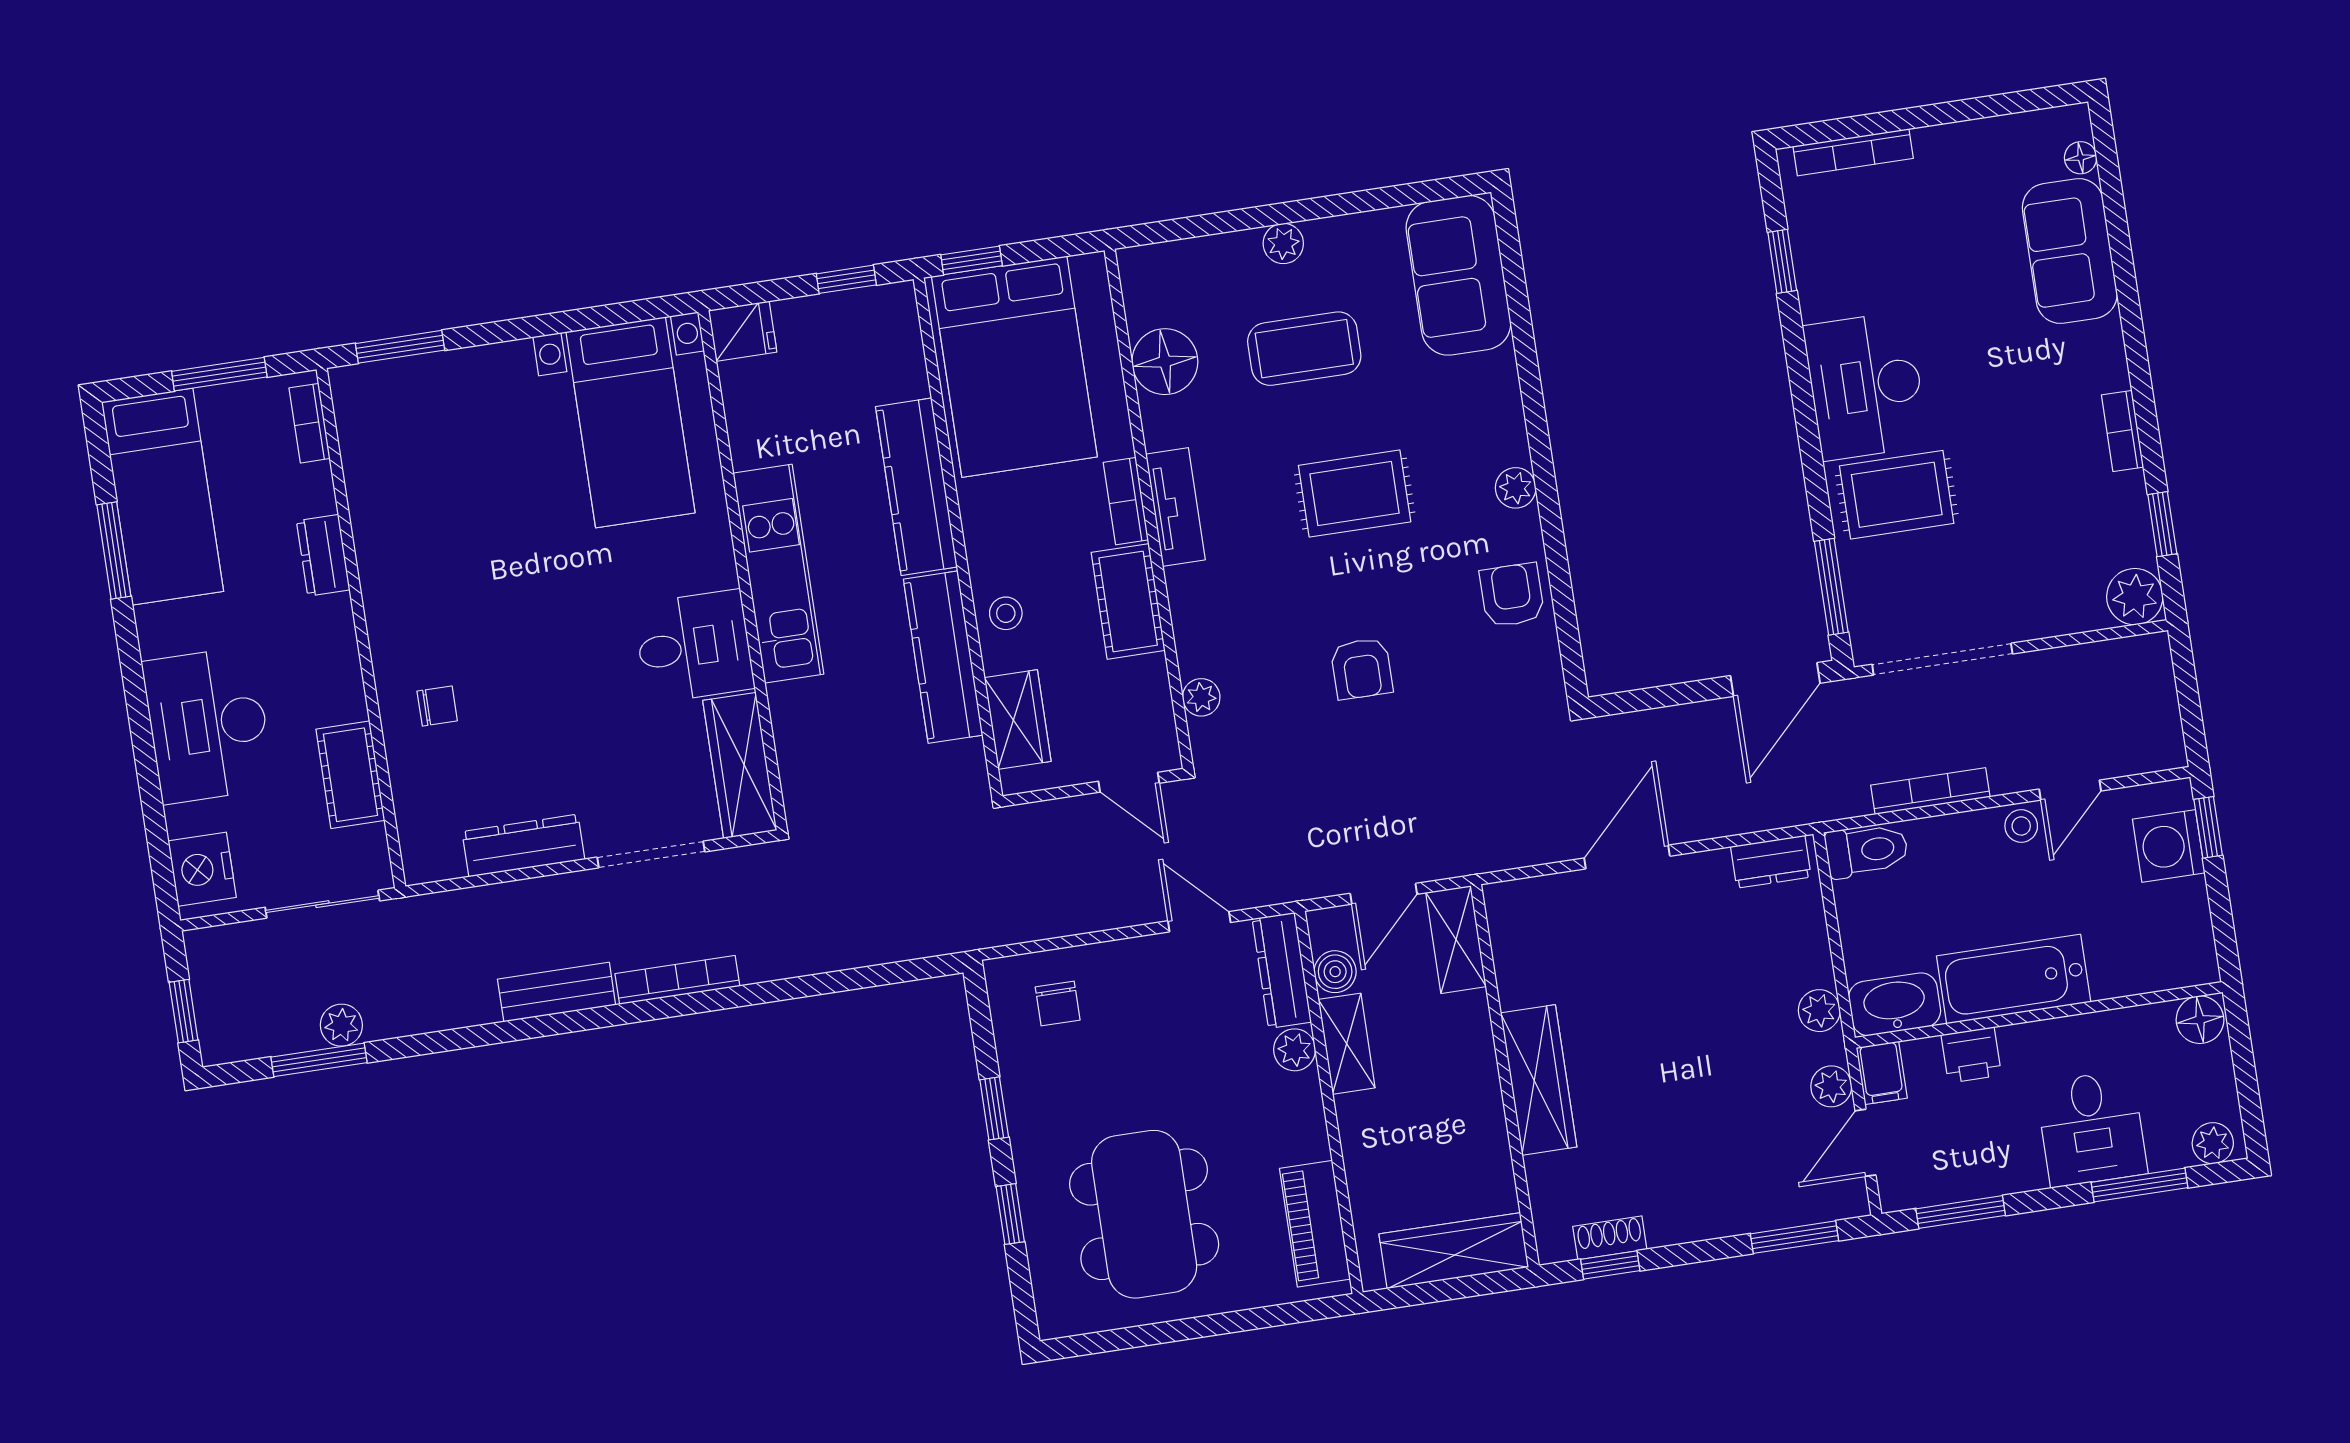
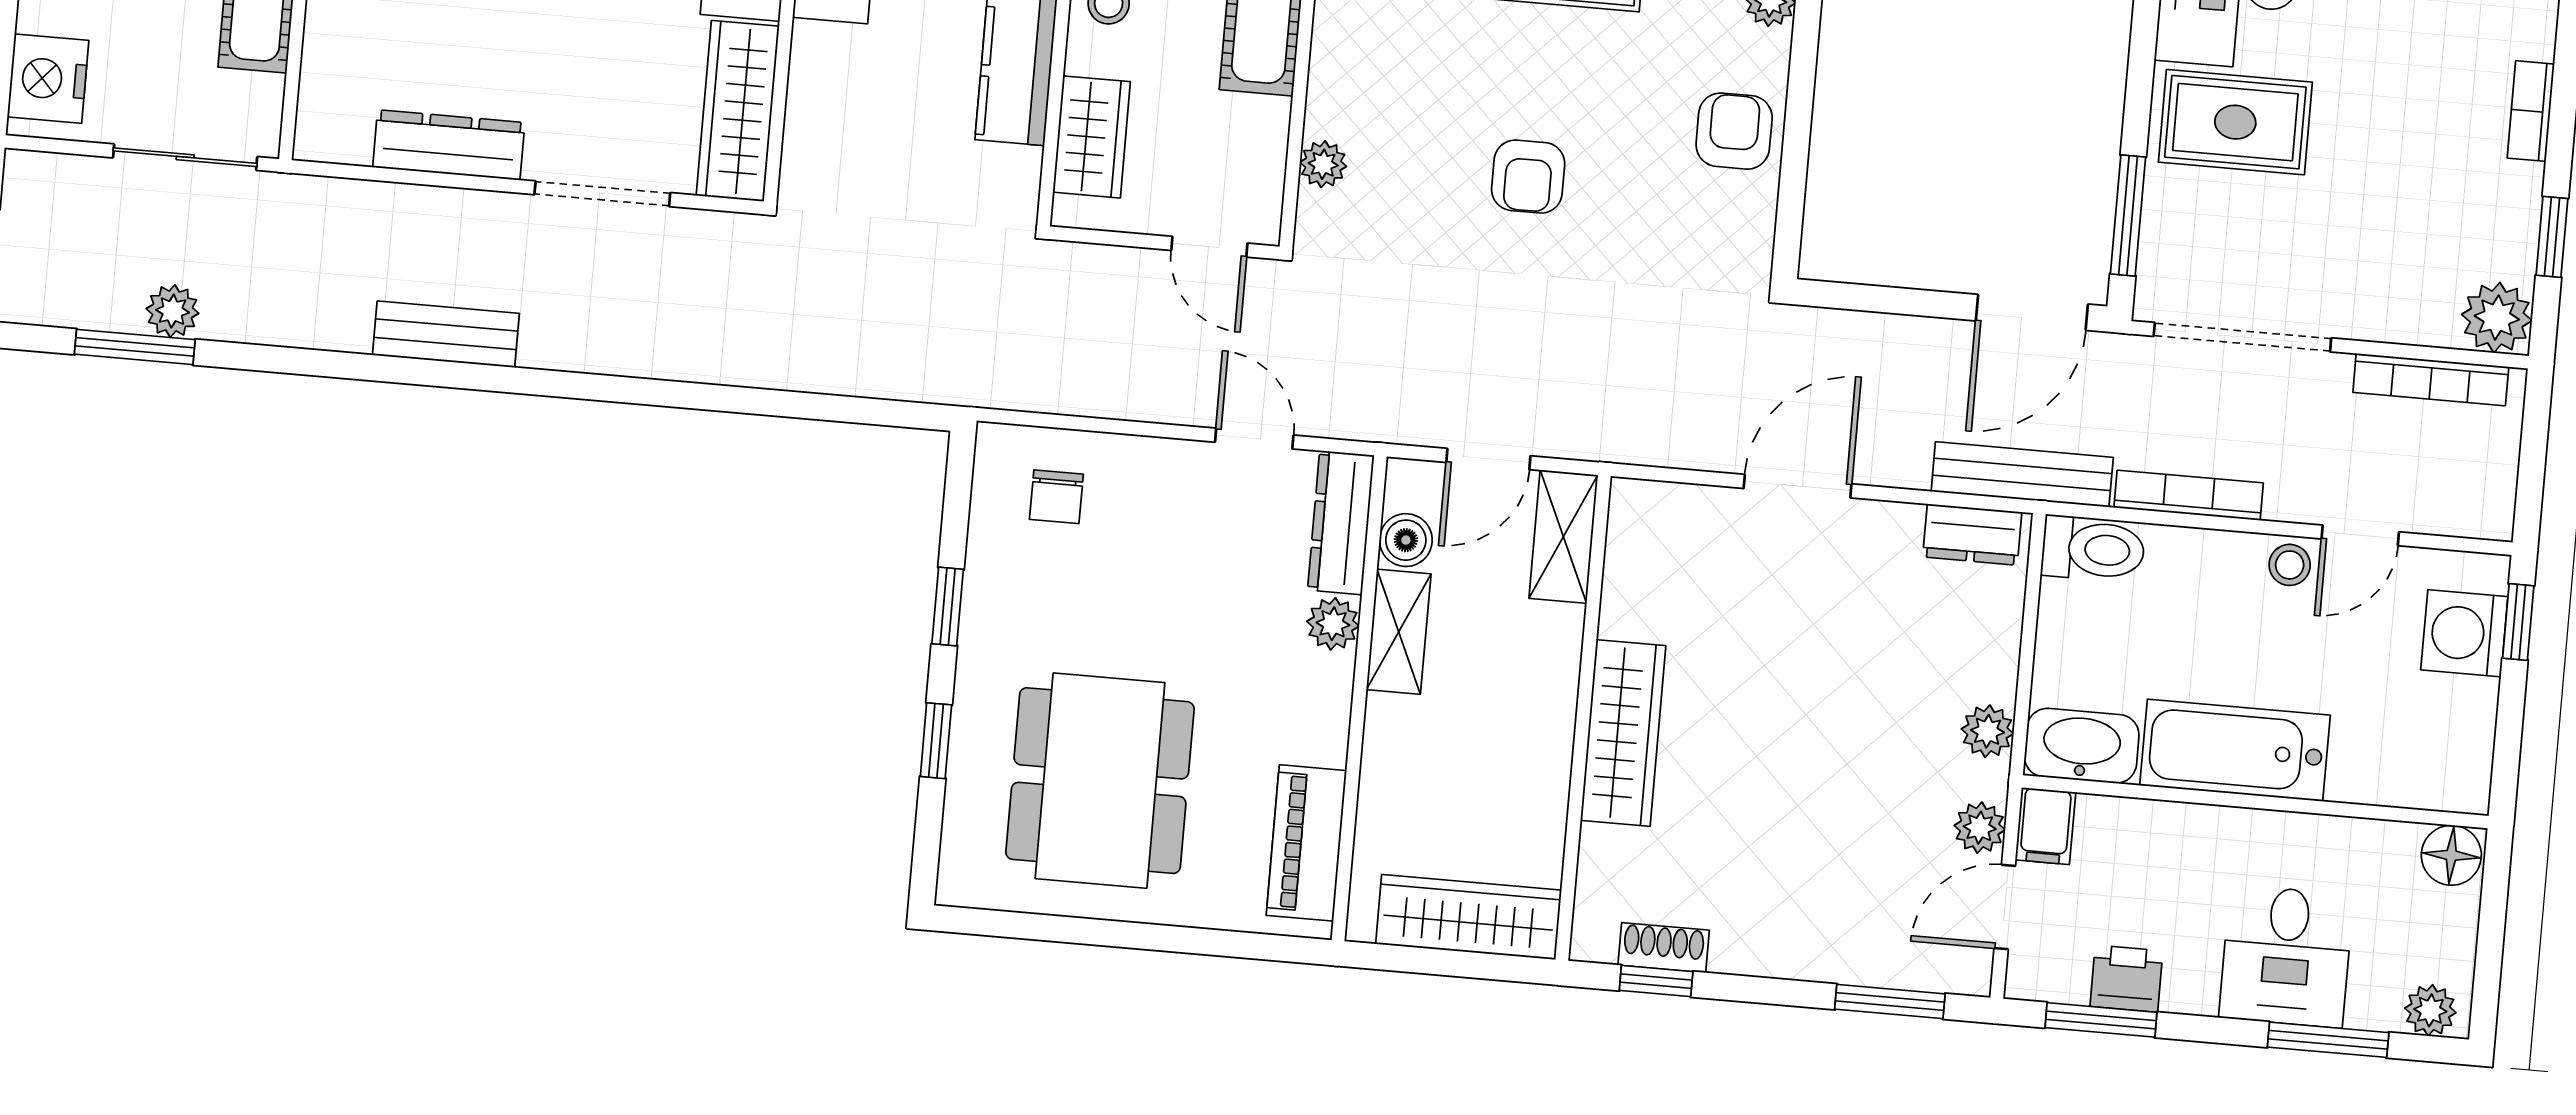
bench: (1798, 806) -> (2022, 474), added
bookcase: (677, 980) -> (2431, 380), moved, turned 180
printer: (1971, 1055) -> (2126, 979), moved, turned 180

